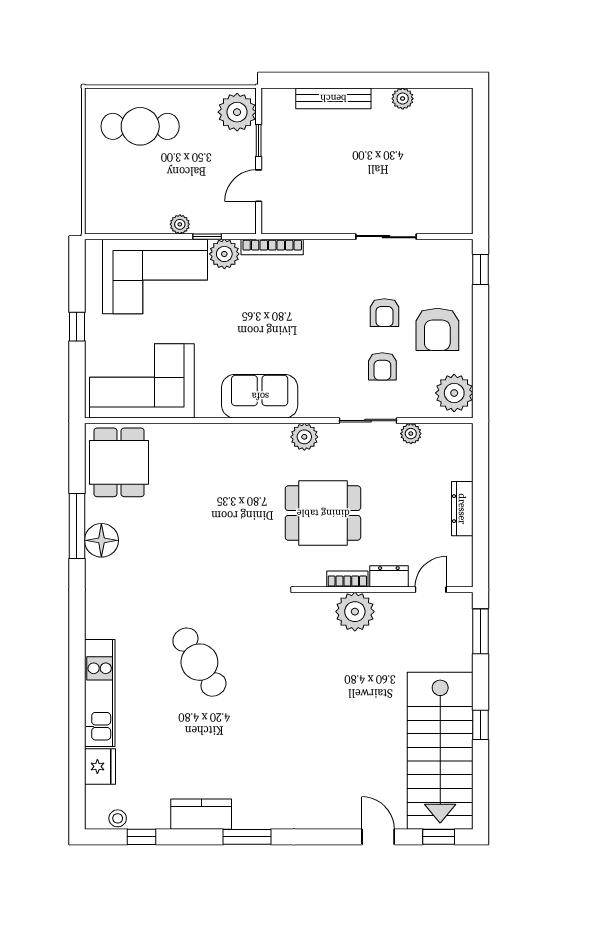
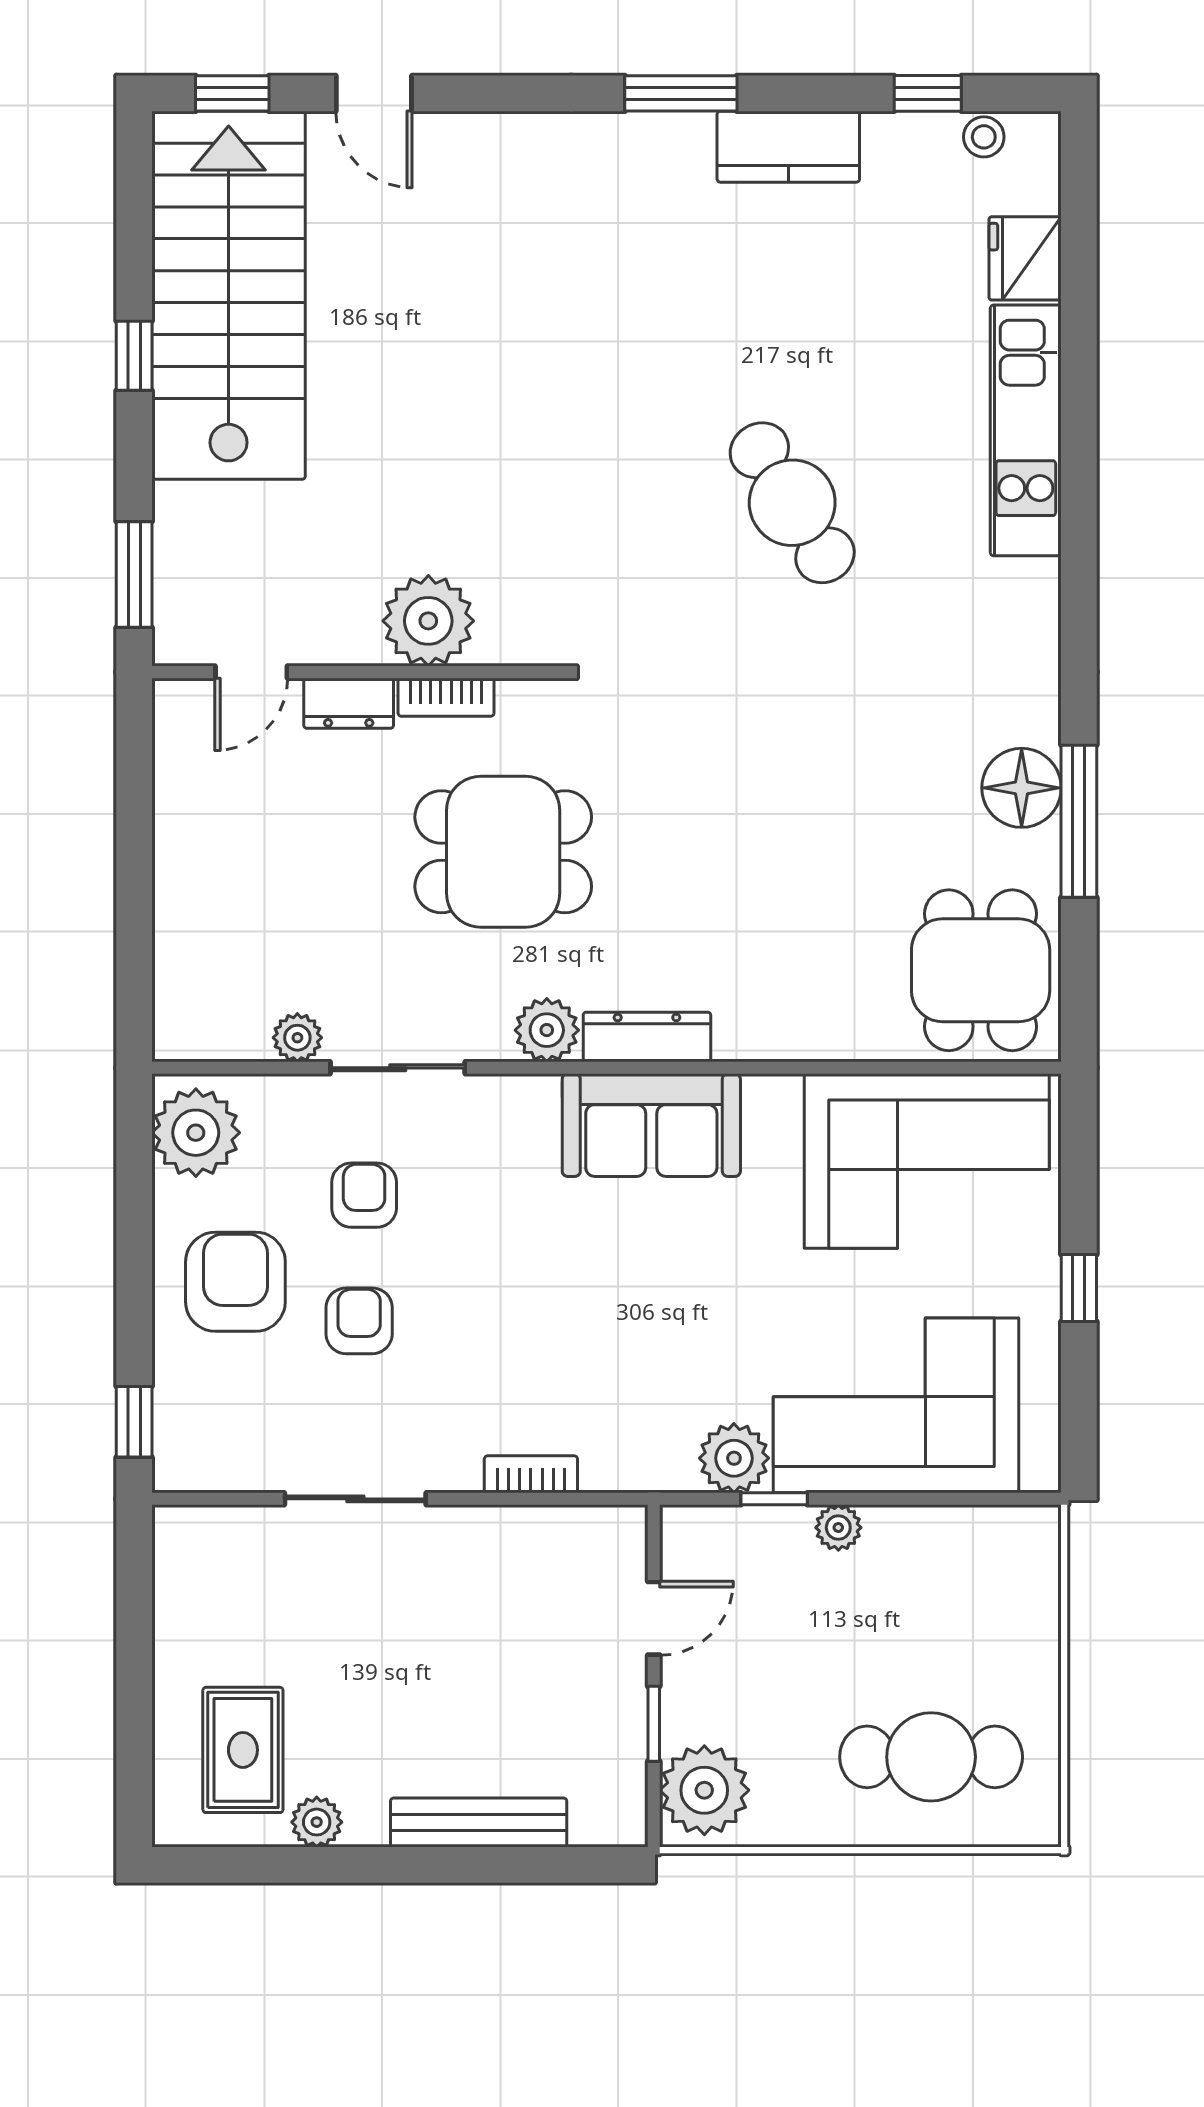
rug: (434, 129) -> (243, 1750), added
bookcase: (272, 247) -> (531, 1474), moved, width x0.64
dresser: (462, 509) -> (647, 1037), moved, turned -90

